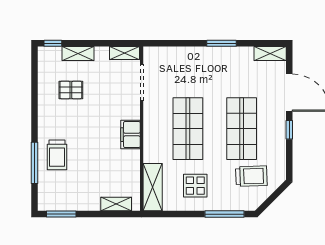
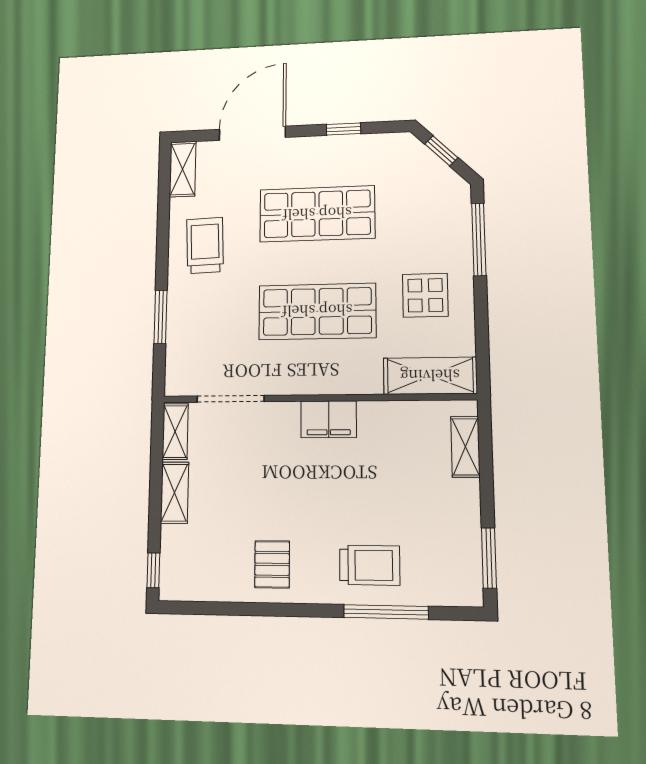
window: (221, 43) -> (160, 317), moved
shelving: (78, 53) -> (175, 493), moved
pallet: (71, 90) -> (272, 564), moved
window: (289, 130) -> (344, 129), moved
trolley: (251, 176) -> (205, 245), moved
window: (274, 196) -> (441, 151), added

